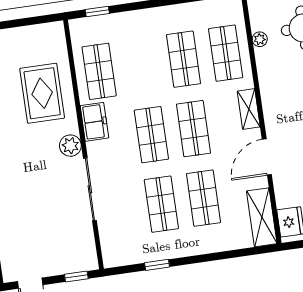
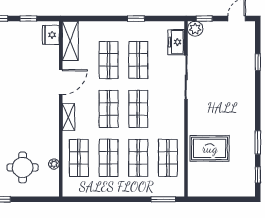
window: (97, 12) -> (163, 199), width x1.50
shop shelf: (141, 65) -> (138, 158), added
rug: (42, 93) -> (210, 148), turned 90
freezer: (94, 122) -> (176, 42), moved
plant: (70, 146) -> (195, 29), moved
window: (157, 265) -> (136, 19), moved

